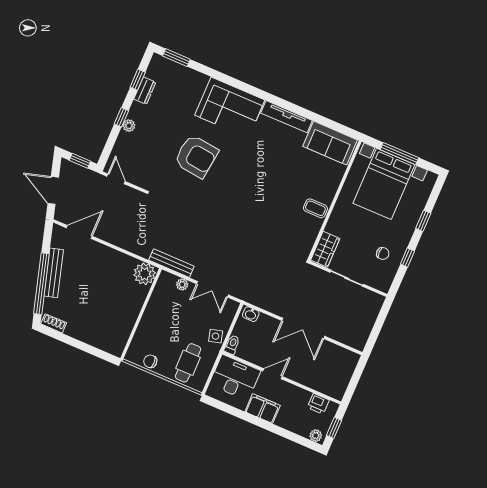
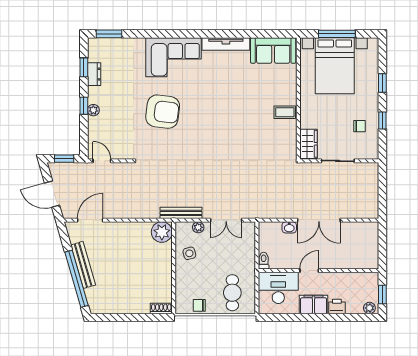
washbasin: (251, 314) -> (289, 227), moved
shoe rack: (54, 323) -> (161, 308), moved
side table: (216, 336) -> (189, 253), moved
printer: (318, 404) -> (337, 306), moved, turned 180

